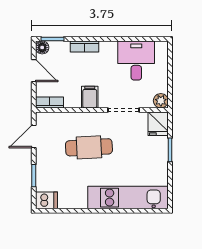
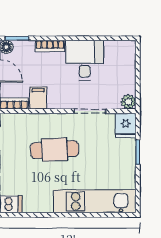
desk: (136, 61) -> (85, 60), moved
filing cabinet: (90, 97) -> (38, 98), moved

